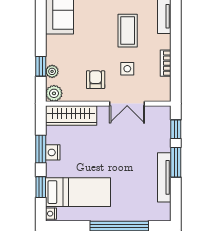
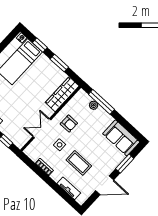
window: (41, 66) -> (101, 102), width x2.17
plant: (54, 93) -> (81, 96), removed
nightstand: (53, 152) -> (52, 68), removed

